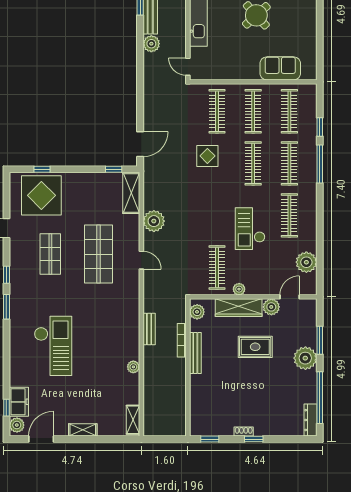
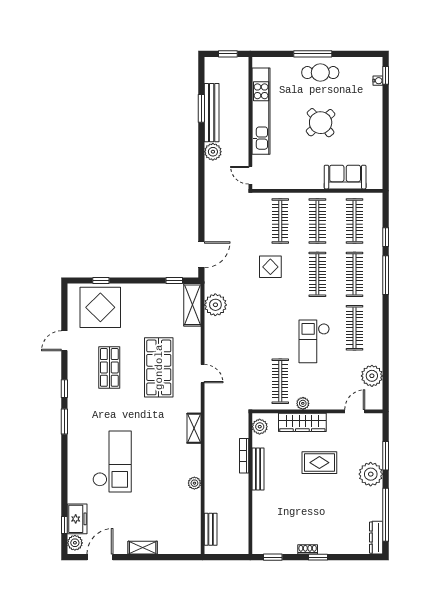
plant: (154, 221) -> (215, 305), moved
plant: (271, 307) -> (336, 422), removed
bench: (149, 329) -> (211, 529), moved
shelving: (133, 420) -> (194, 428), moved

